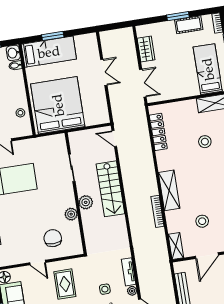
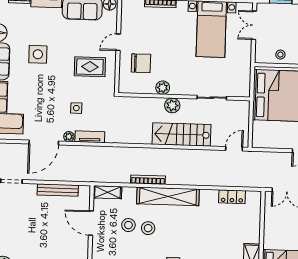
locker: (158, 132) -> (232, 197), width x0.66
stool: (205, 142) -> (148, 228), moved
shelving: (169, 190) -> (168, 196), width x1.47

